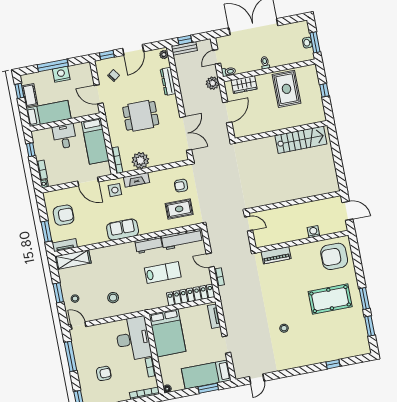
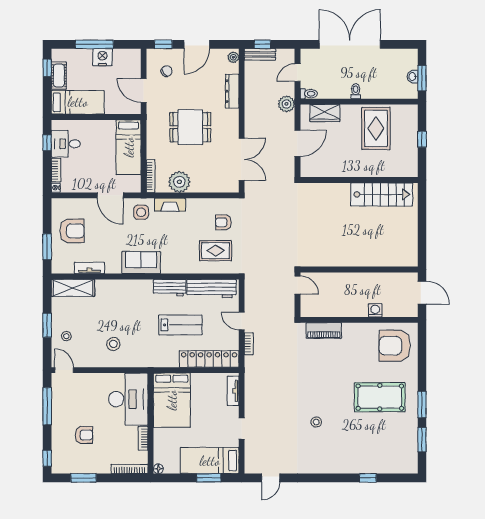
desk: (65, 136) -> (66, 144), moved, turned -90
tv unit: (65, 245) -> (89, 268), moved

